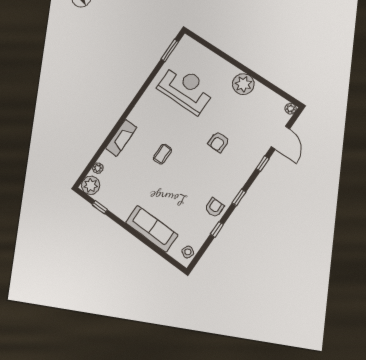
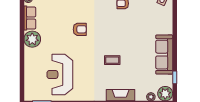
row of seats: (268, 96) -> (30, 18), added
sofa: (152, 229) -> (164, 55), moved

